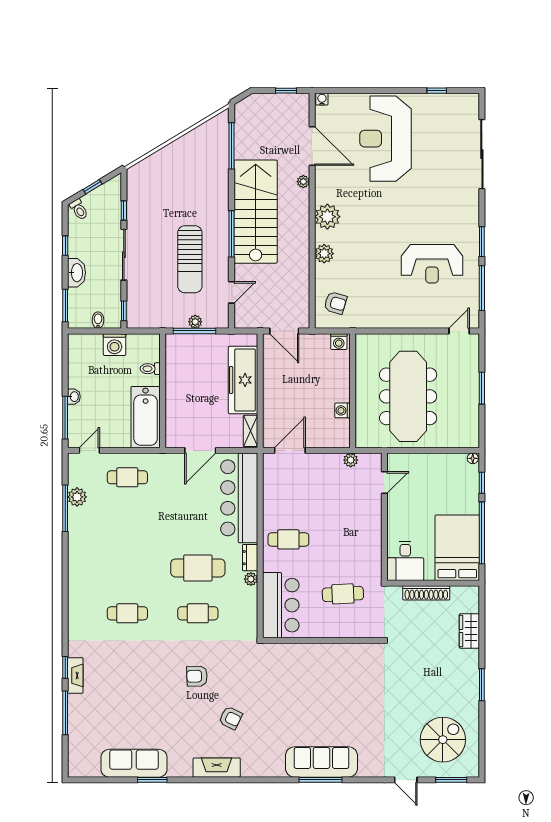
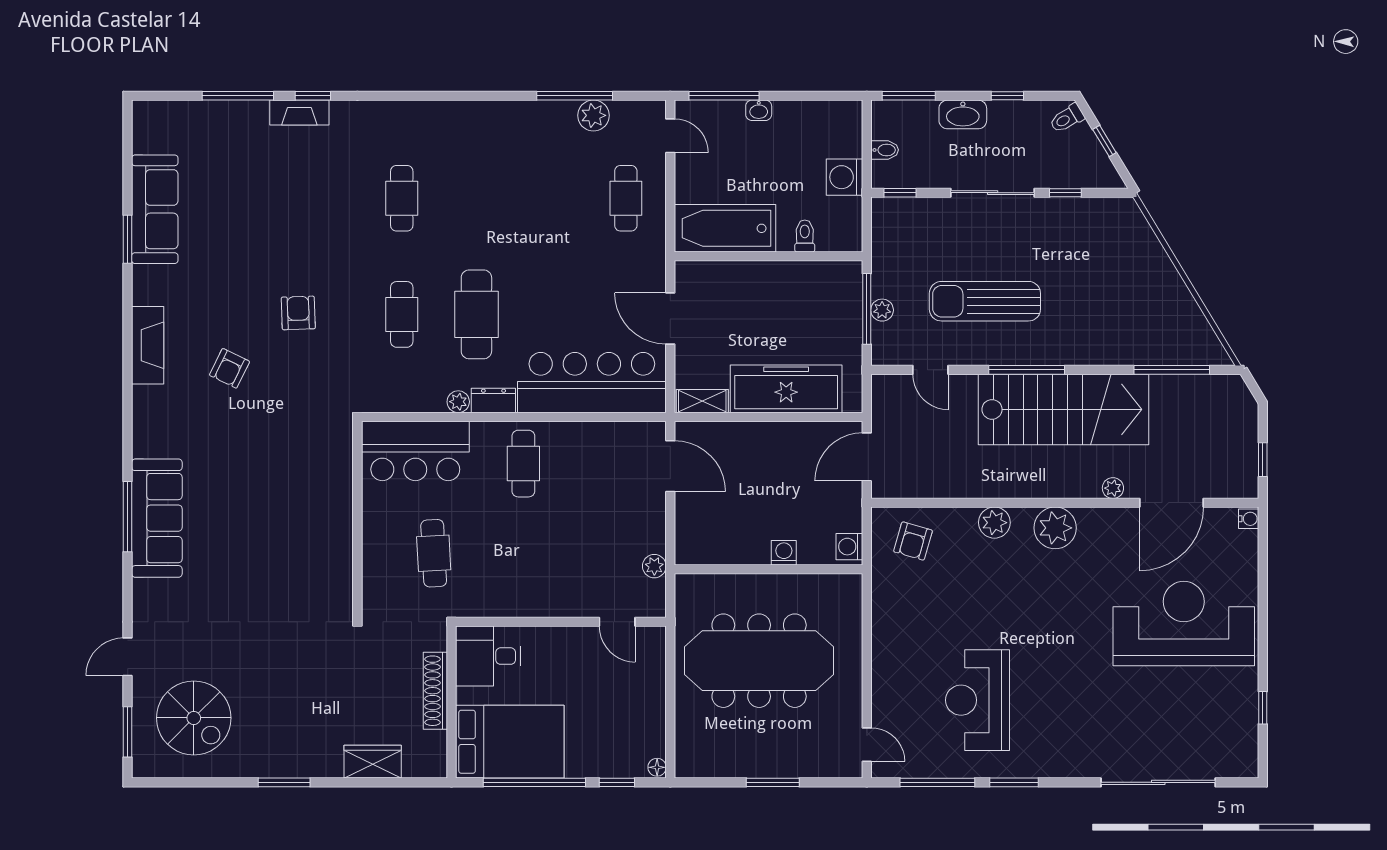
washing machine: (342, 410) -> (784, 553), moved

